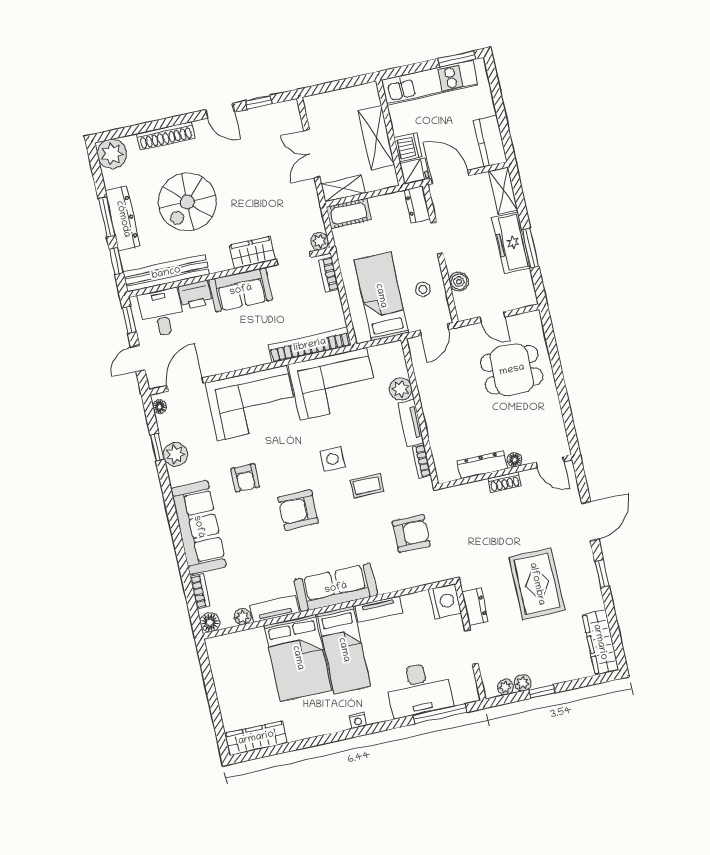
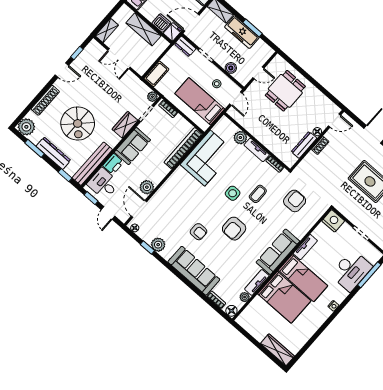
shelving: (343, 189) -> (107, 30), moved
window: (107, 217) -> (34, 148), moved
plant: (219, 362) -> (147, 187), added
corner sofa: (252, 403) -> (176, 195), removed
dresser: (475, 607) -> (349, 213), removed
wardrobe: (256, 738) -> (277, 350), moved, turned 90

